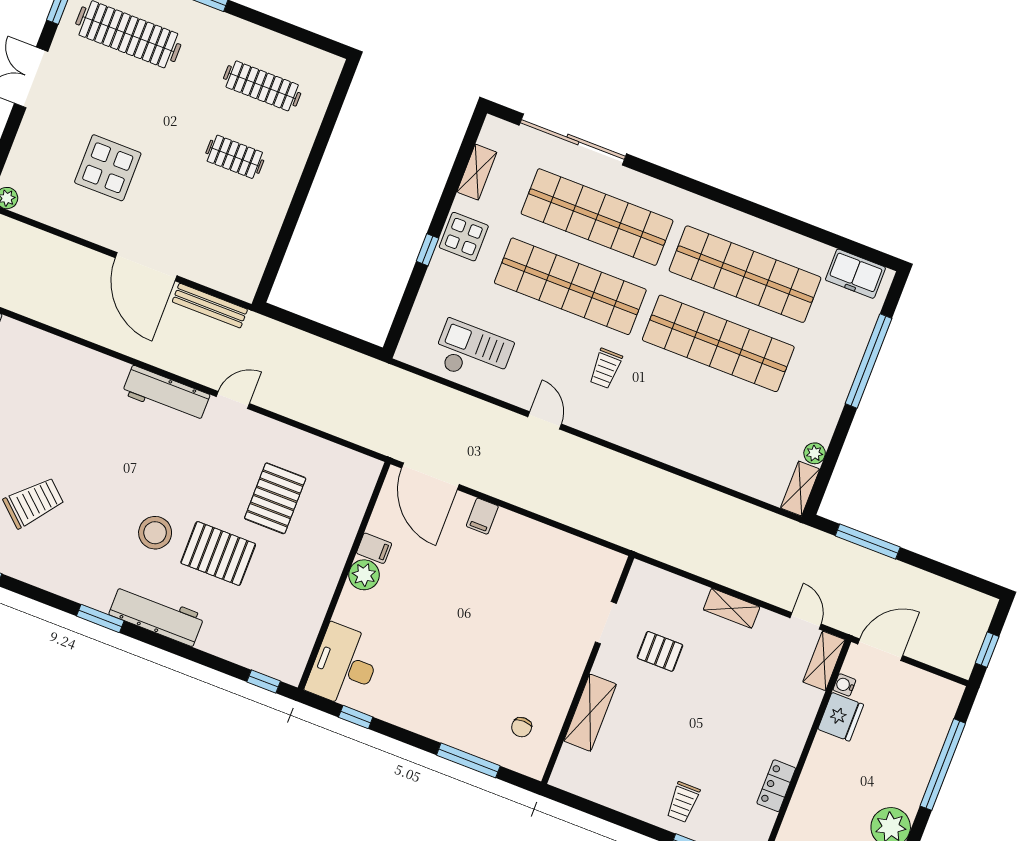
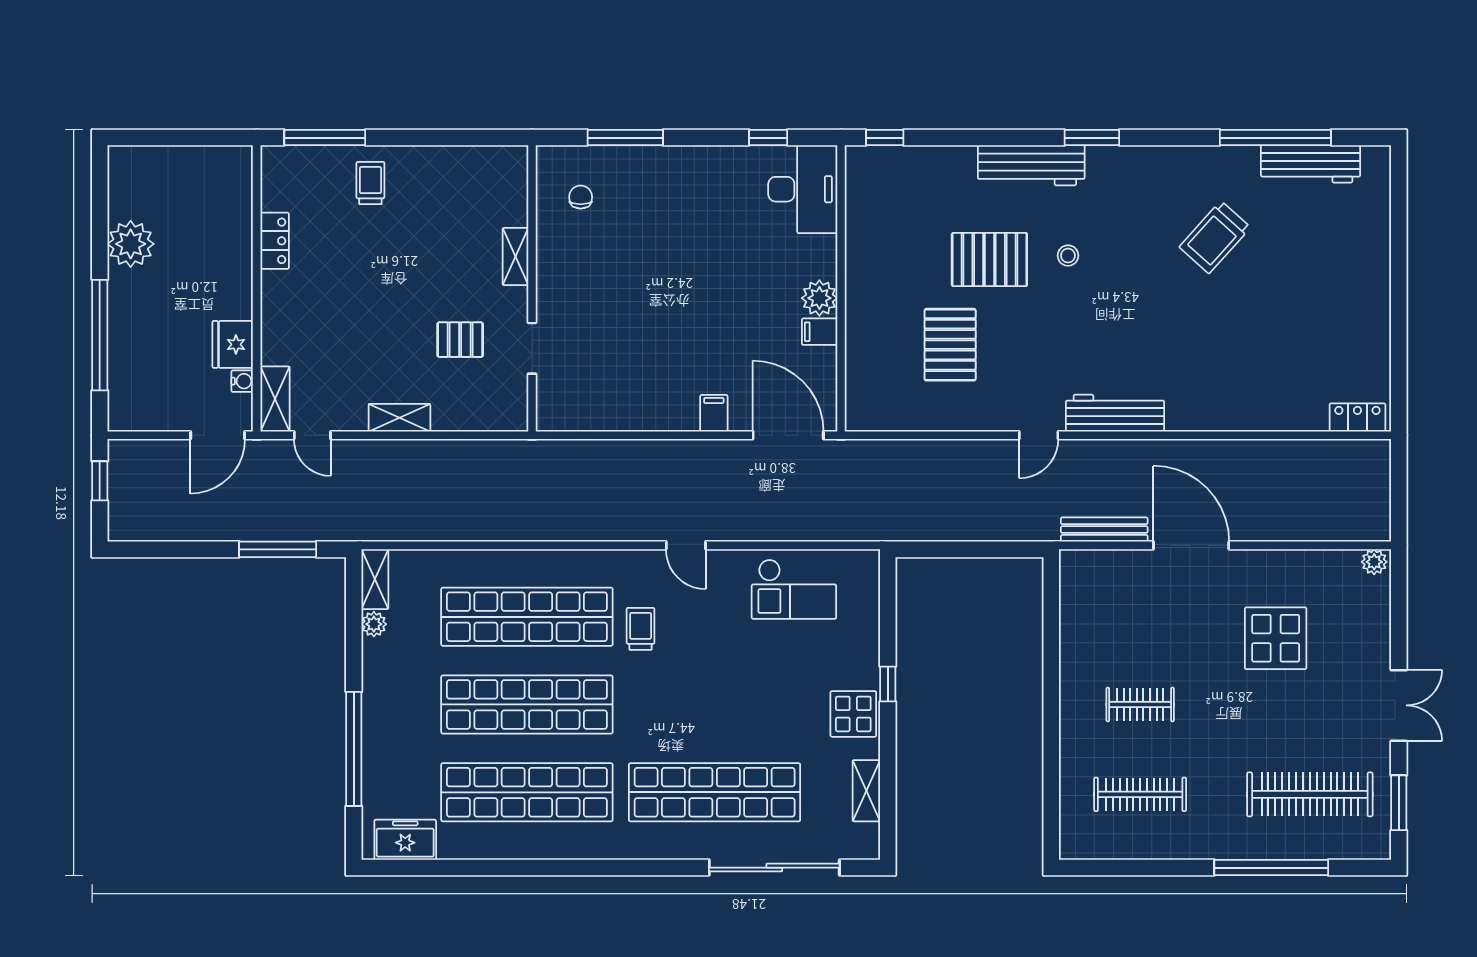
shop shelf: (570, 286) -> (527, 617), moved
stool: (155, 533) -> (1068, 256), width x0.53, depth x0.53
shelving: (590, 713) -> (515, 257), width x0.67, depth x0.75

